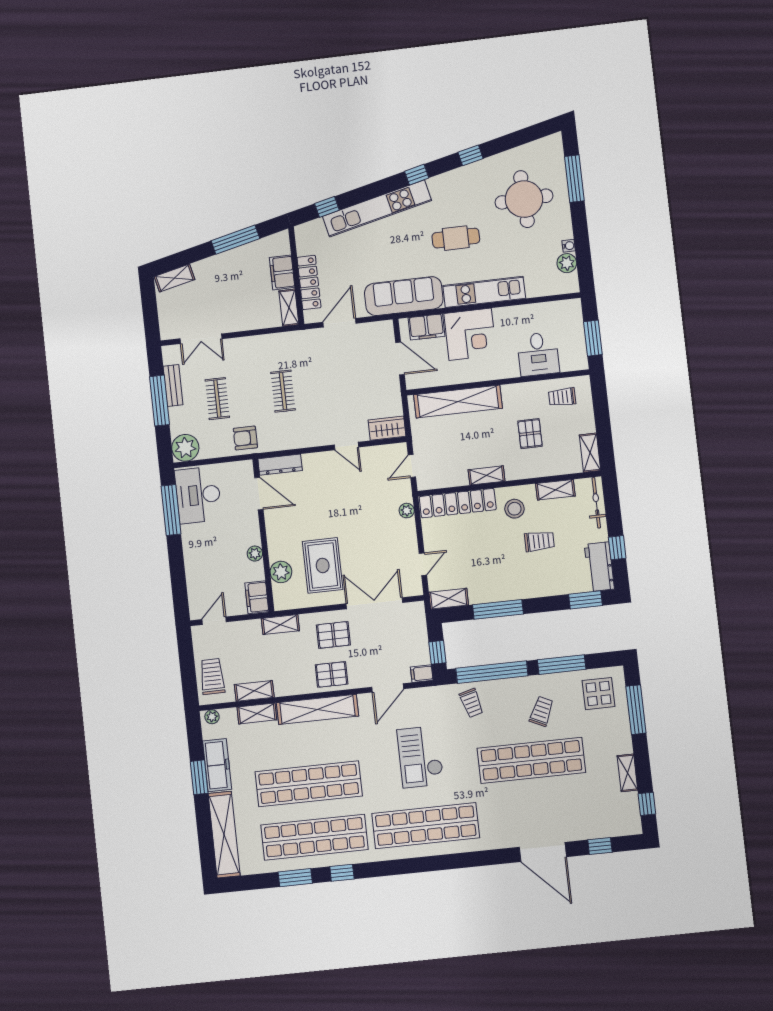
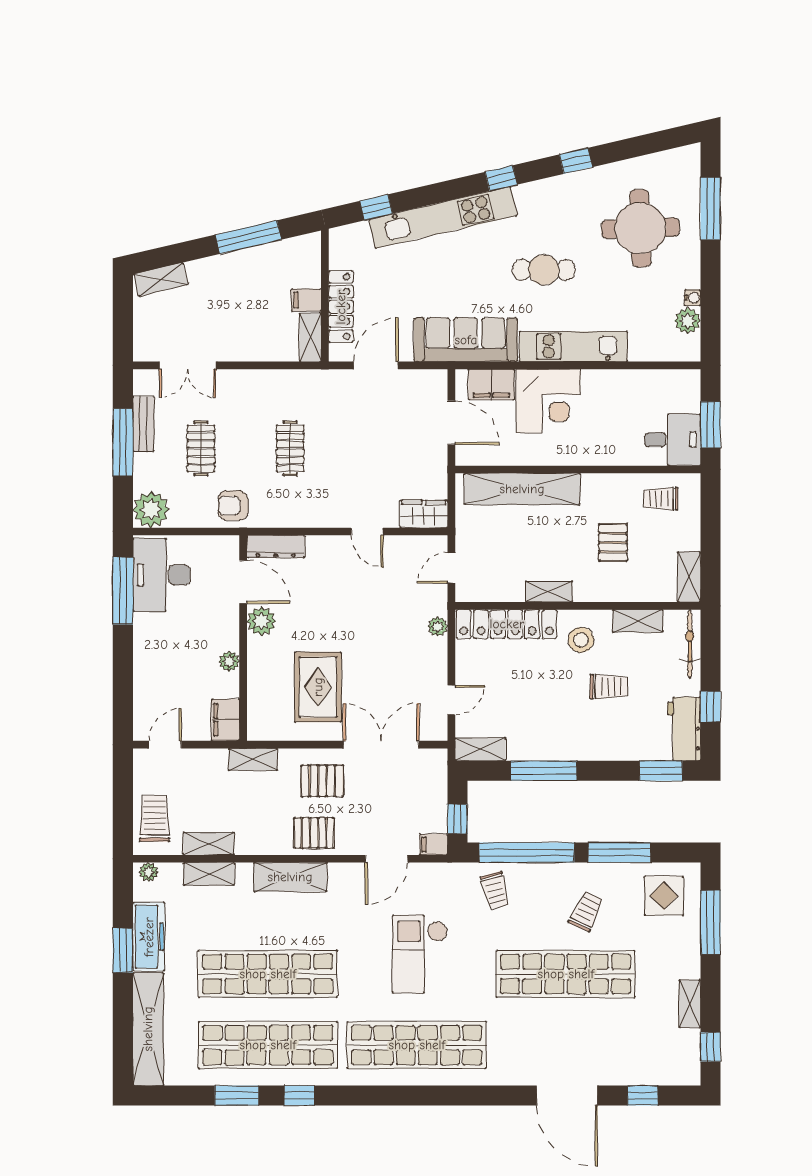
filing cabinet: (282, 272) -> (306, 300), width x0.50
desk: (538, 354) -> (673, 440), moved, turned -90
plant: (281, 572) -> (261, 621), moved
shelving: (317, 709) -> (290, 877), width x0.68

